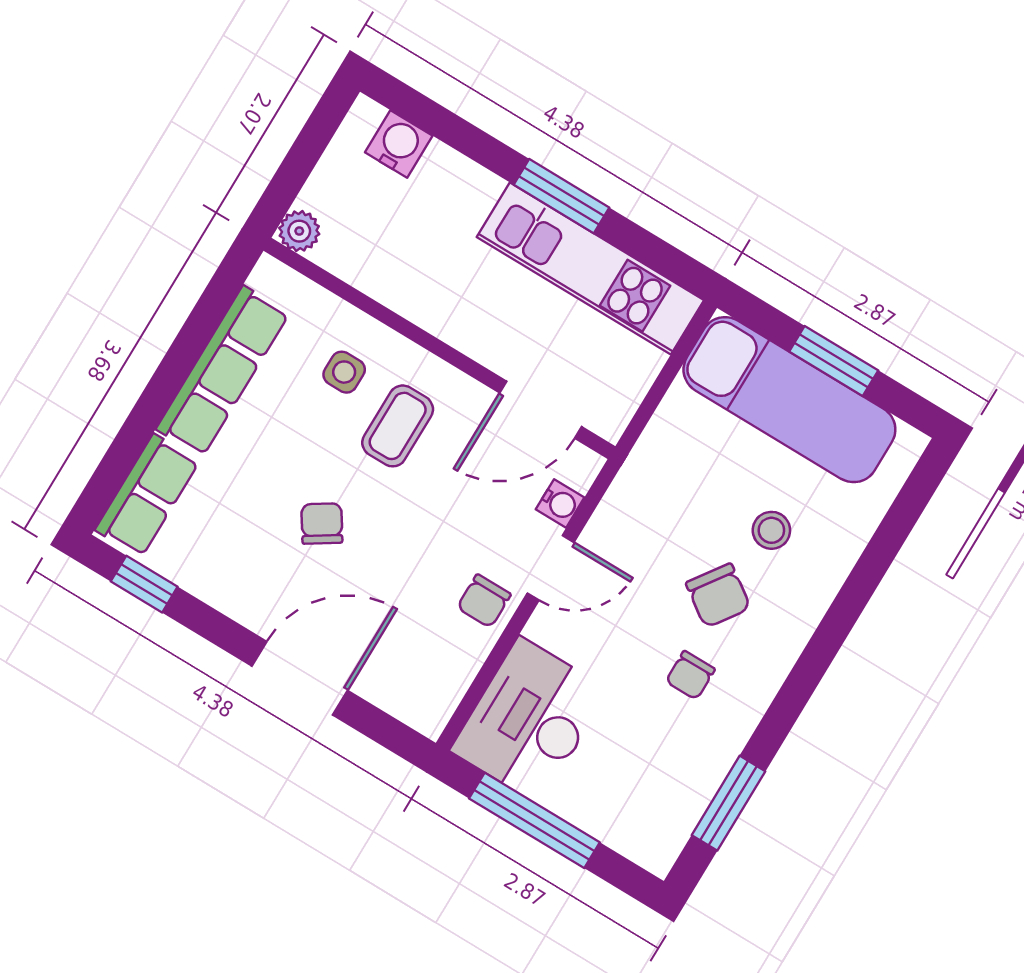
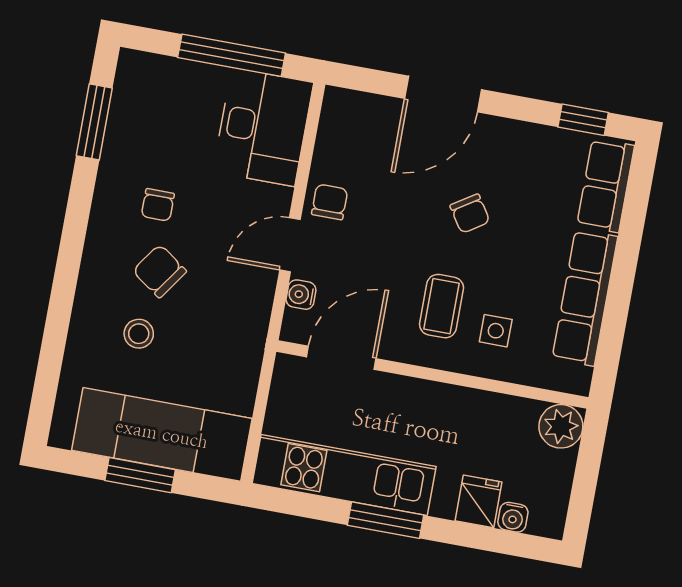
water cooler: (399, 144) -> (513, 517), width x0.72, depth x0.72
fridge: (442, 176) -> (478, 501), added
plant: (299, 231) -> (561, 426), width x1.38, depth x1.38
chair: (690, 675) -> (158, 205), turned 180

